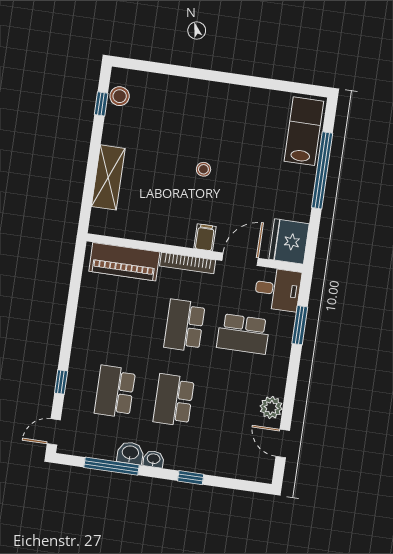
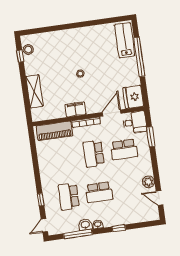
filing cabinet: (205, 237) -> (76, 109), moved, width x2.00
school desk: (174, 400) -> (99, 192), turned -90

